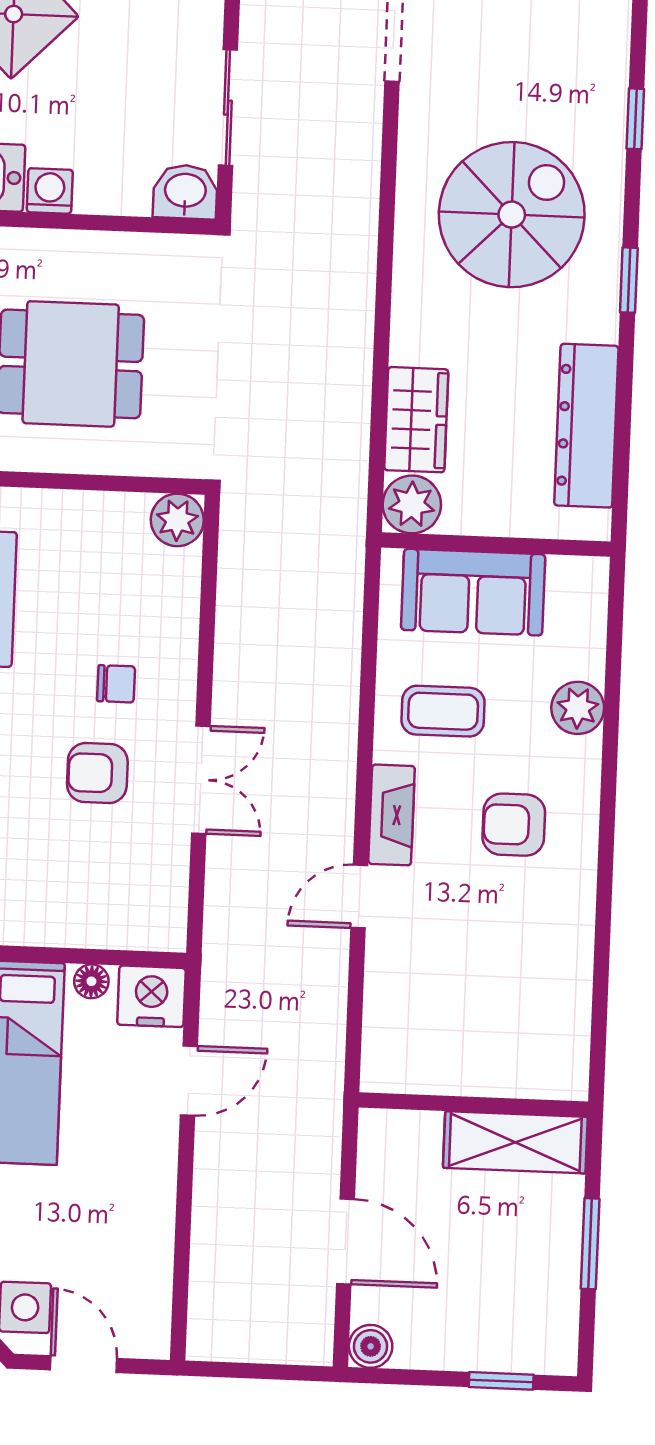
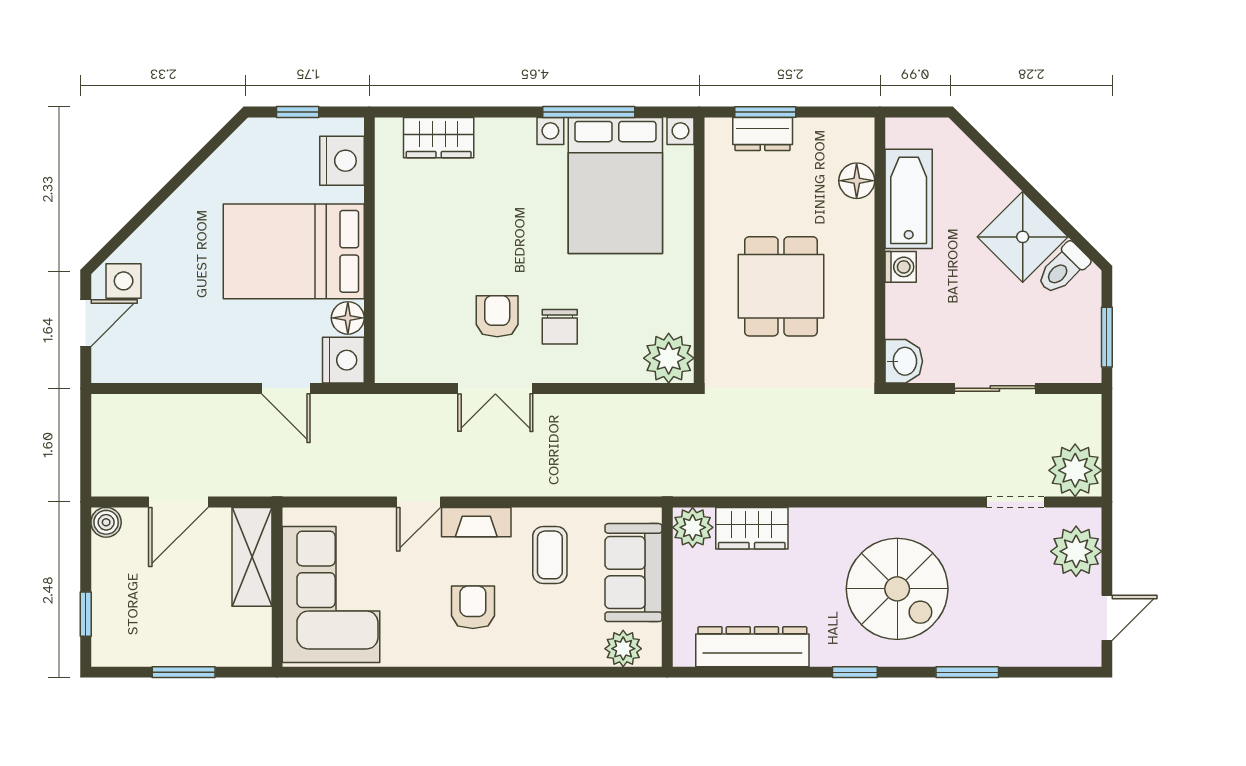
sliding door: (228, 108) -> (995, 388), moved
window: (635, 119) -> (967, 672), width x1.50
plant: (177, 520) -> (669, 358), width x1.36, depth x1.36
chair: (116, 684) -> (560, 327), width x1.37, depth x1.37
plant: (578, 708) -> (623, 649), moved
door: (359, 897) -> (419, 502), swing flipped
floor lamp: (91, 981) -> (348, 318), width x1.37, depth x1.37
corner sofa: (487, 1027) -> (331, 595), added
shelving: (515, 1142) -> (252, 557), moved

